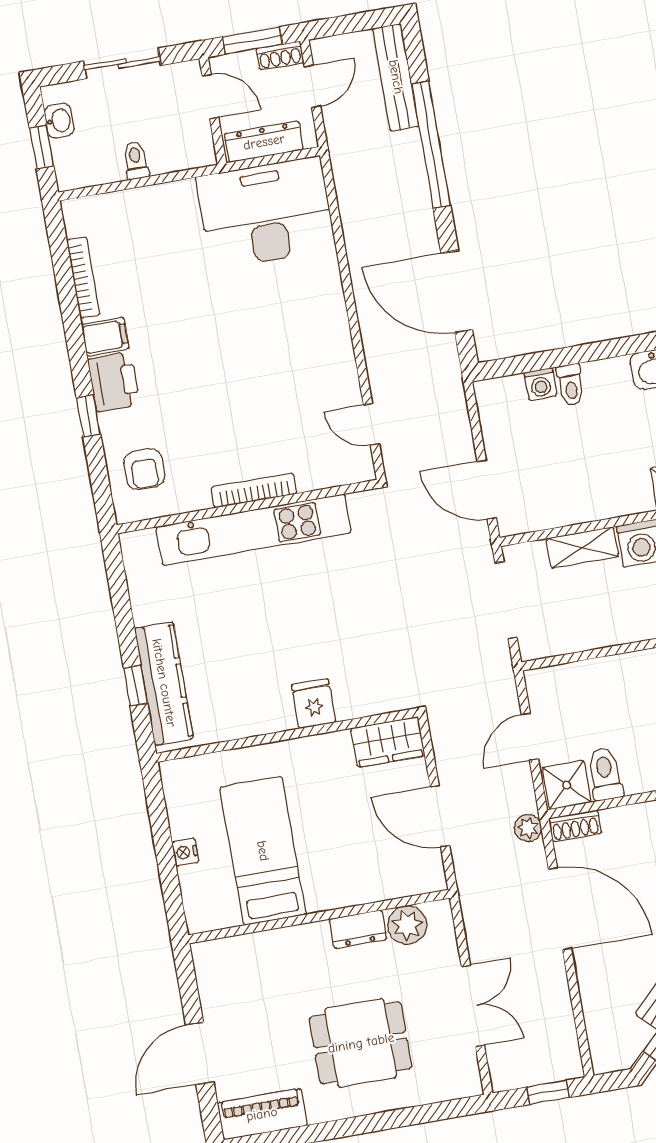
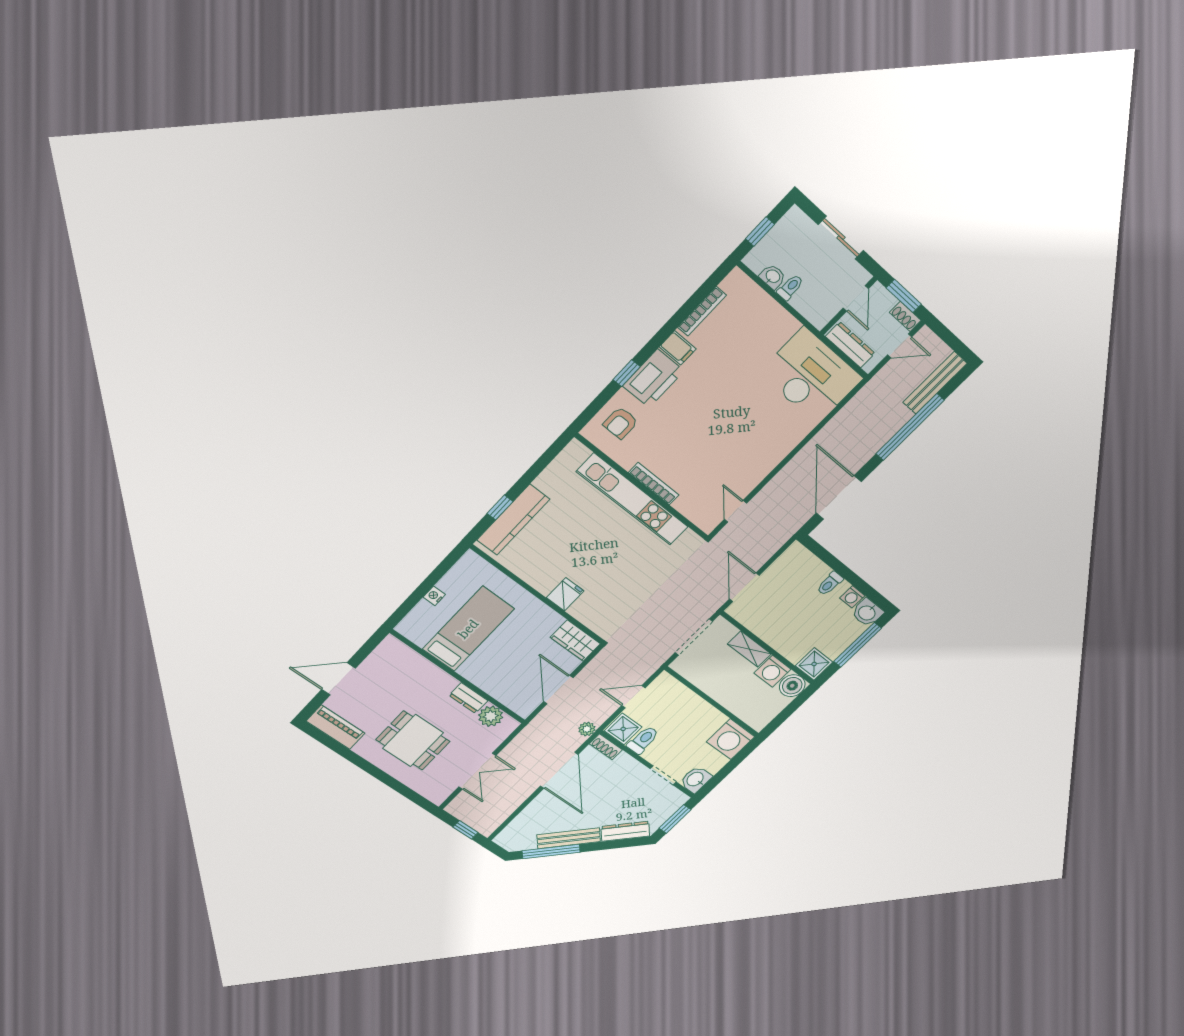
washbasin: (59, 121) -> (773, 277), moved, turned -90
printer: (114, 382) -> (653, 378), width x1.37, depth x1.19
washing machine: (541, 384) -> (852, 597), moved

